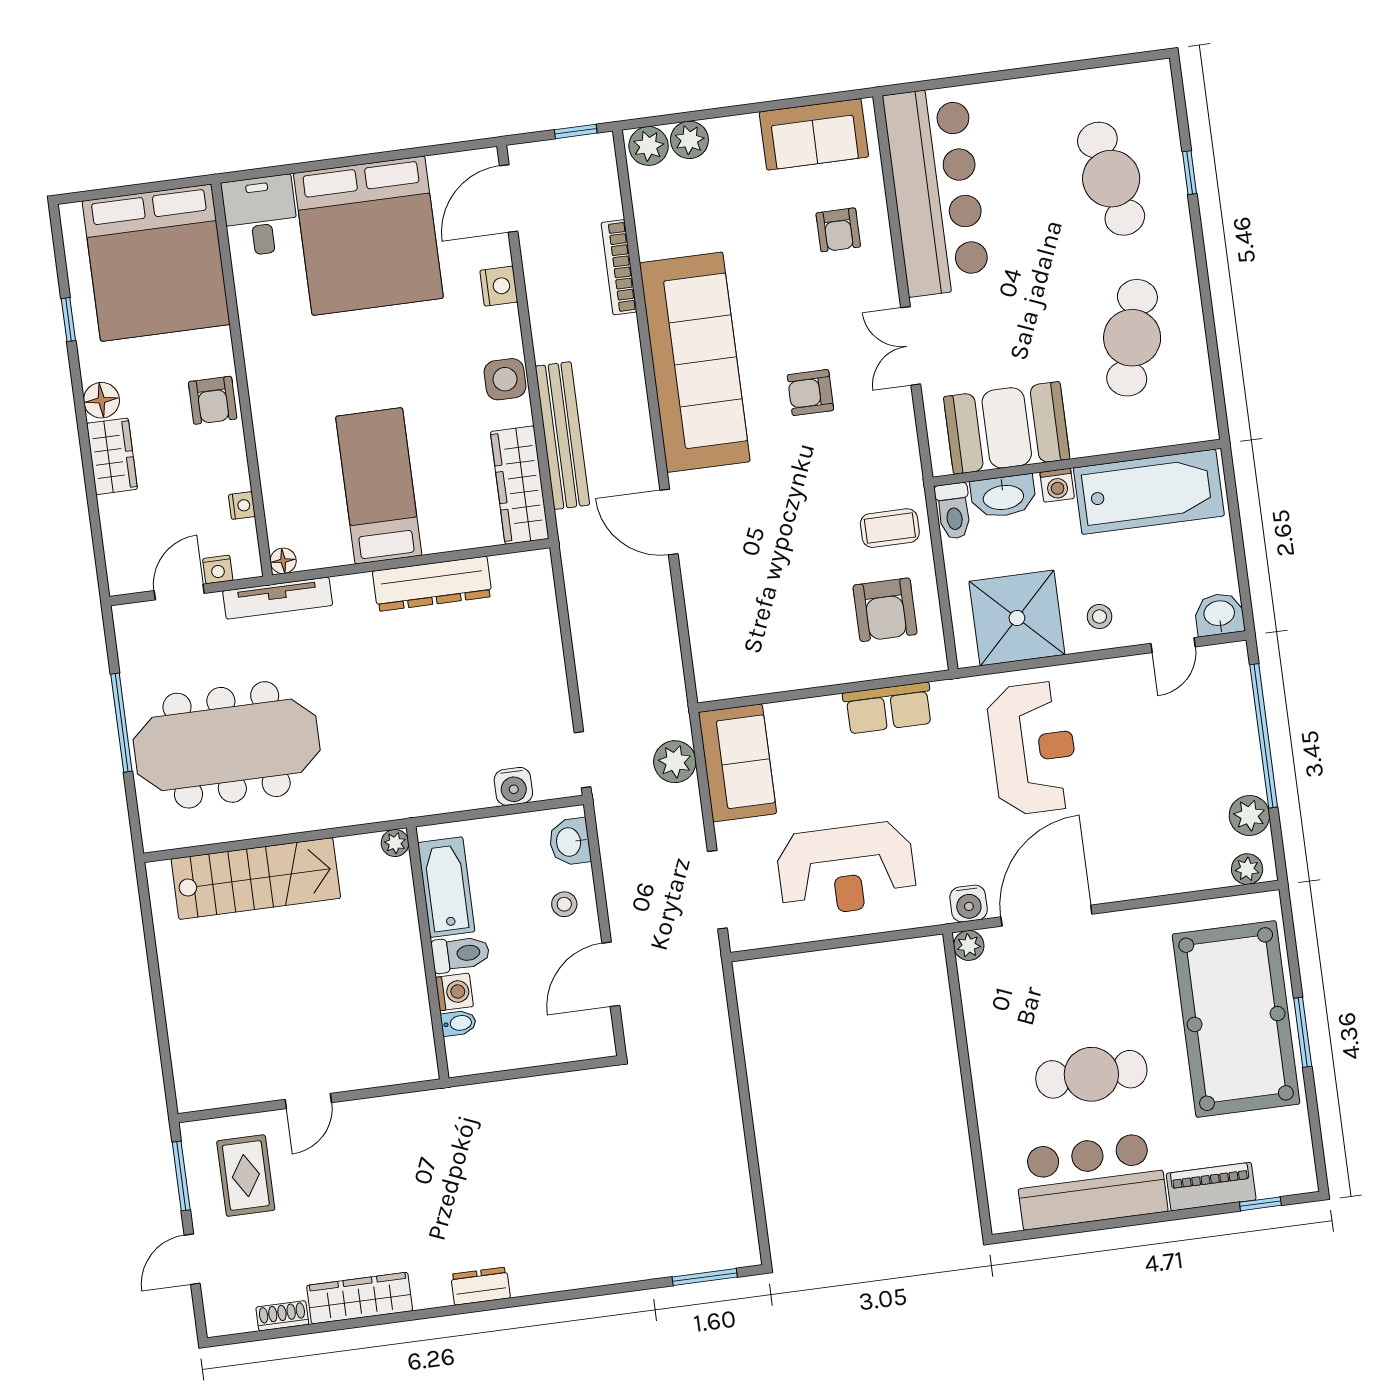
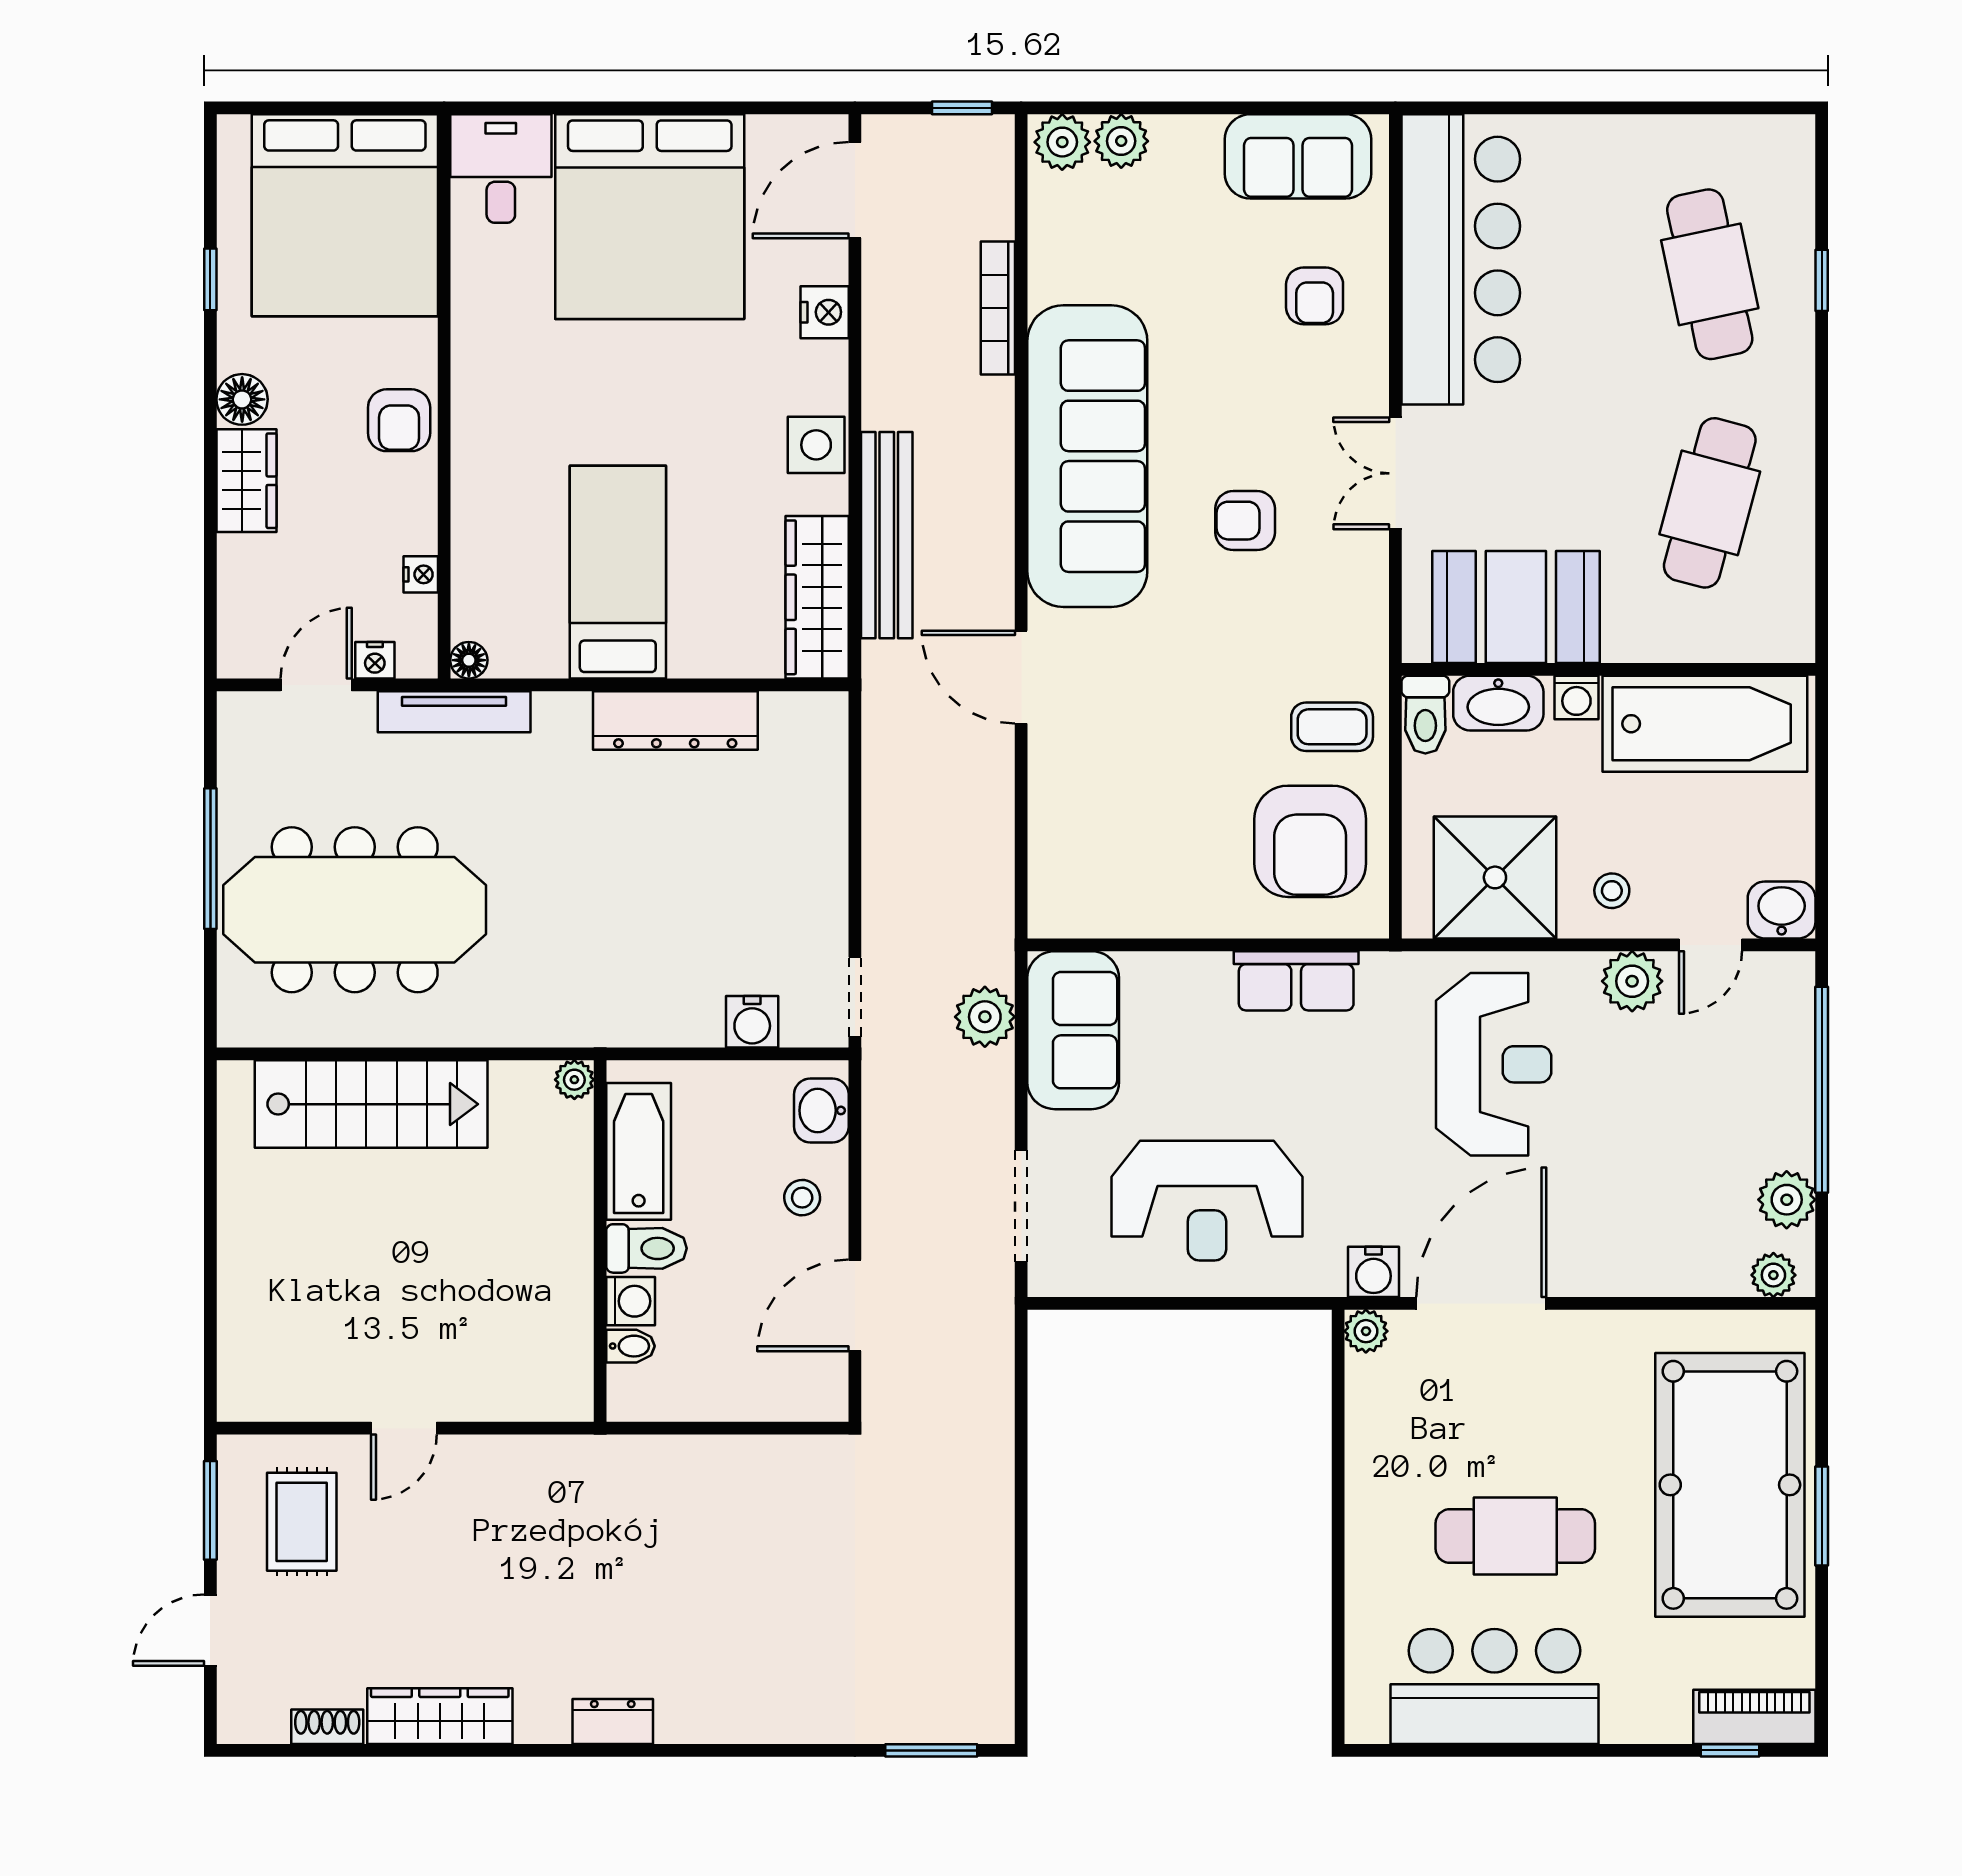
armchair: (885, 610) -> (1310, 841), width x1.36, depth x1.36
plant: (1122, 678) -> (1632, 981), added
piano: (1211, 1187) -> (1754, 1717), moved

